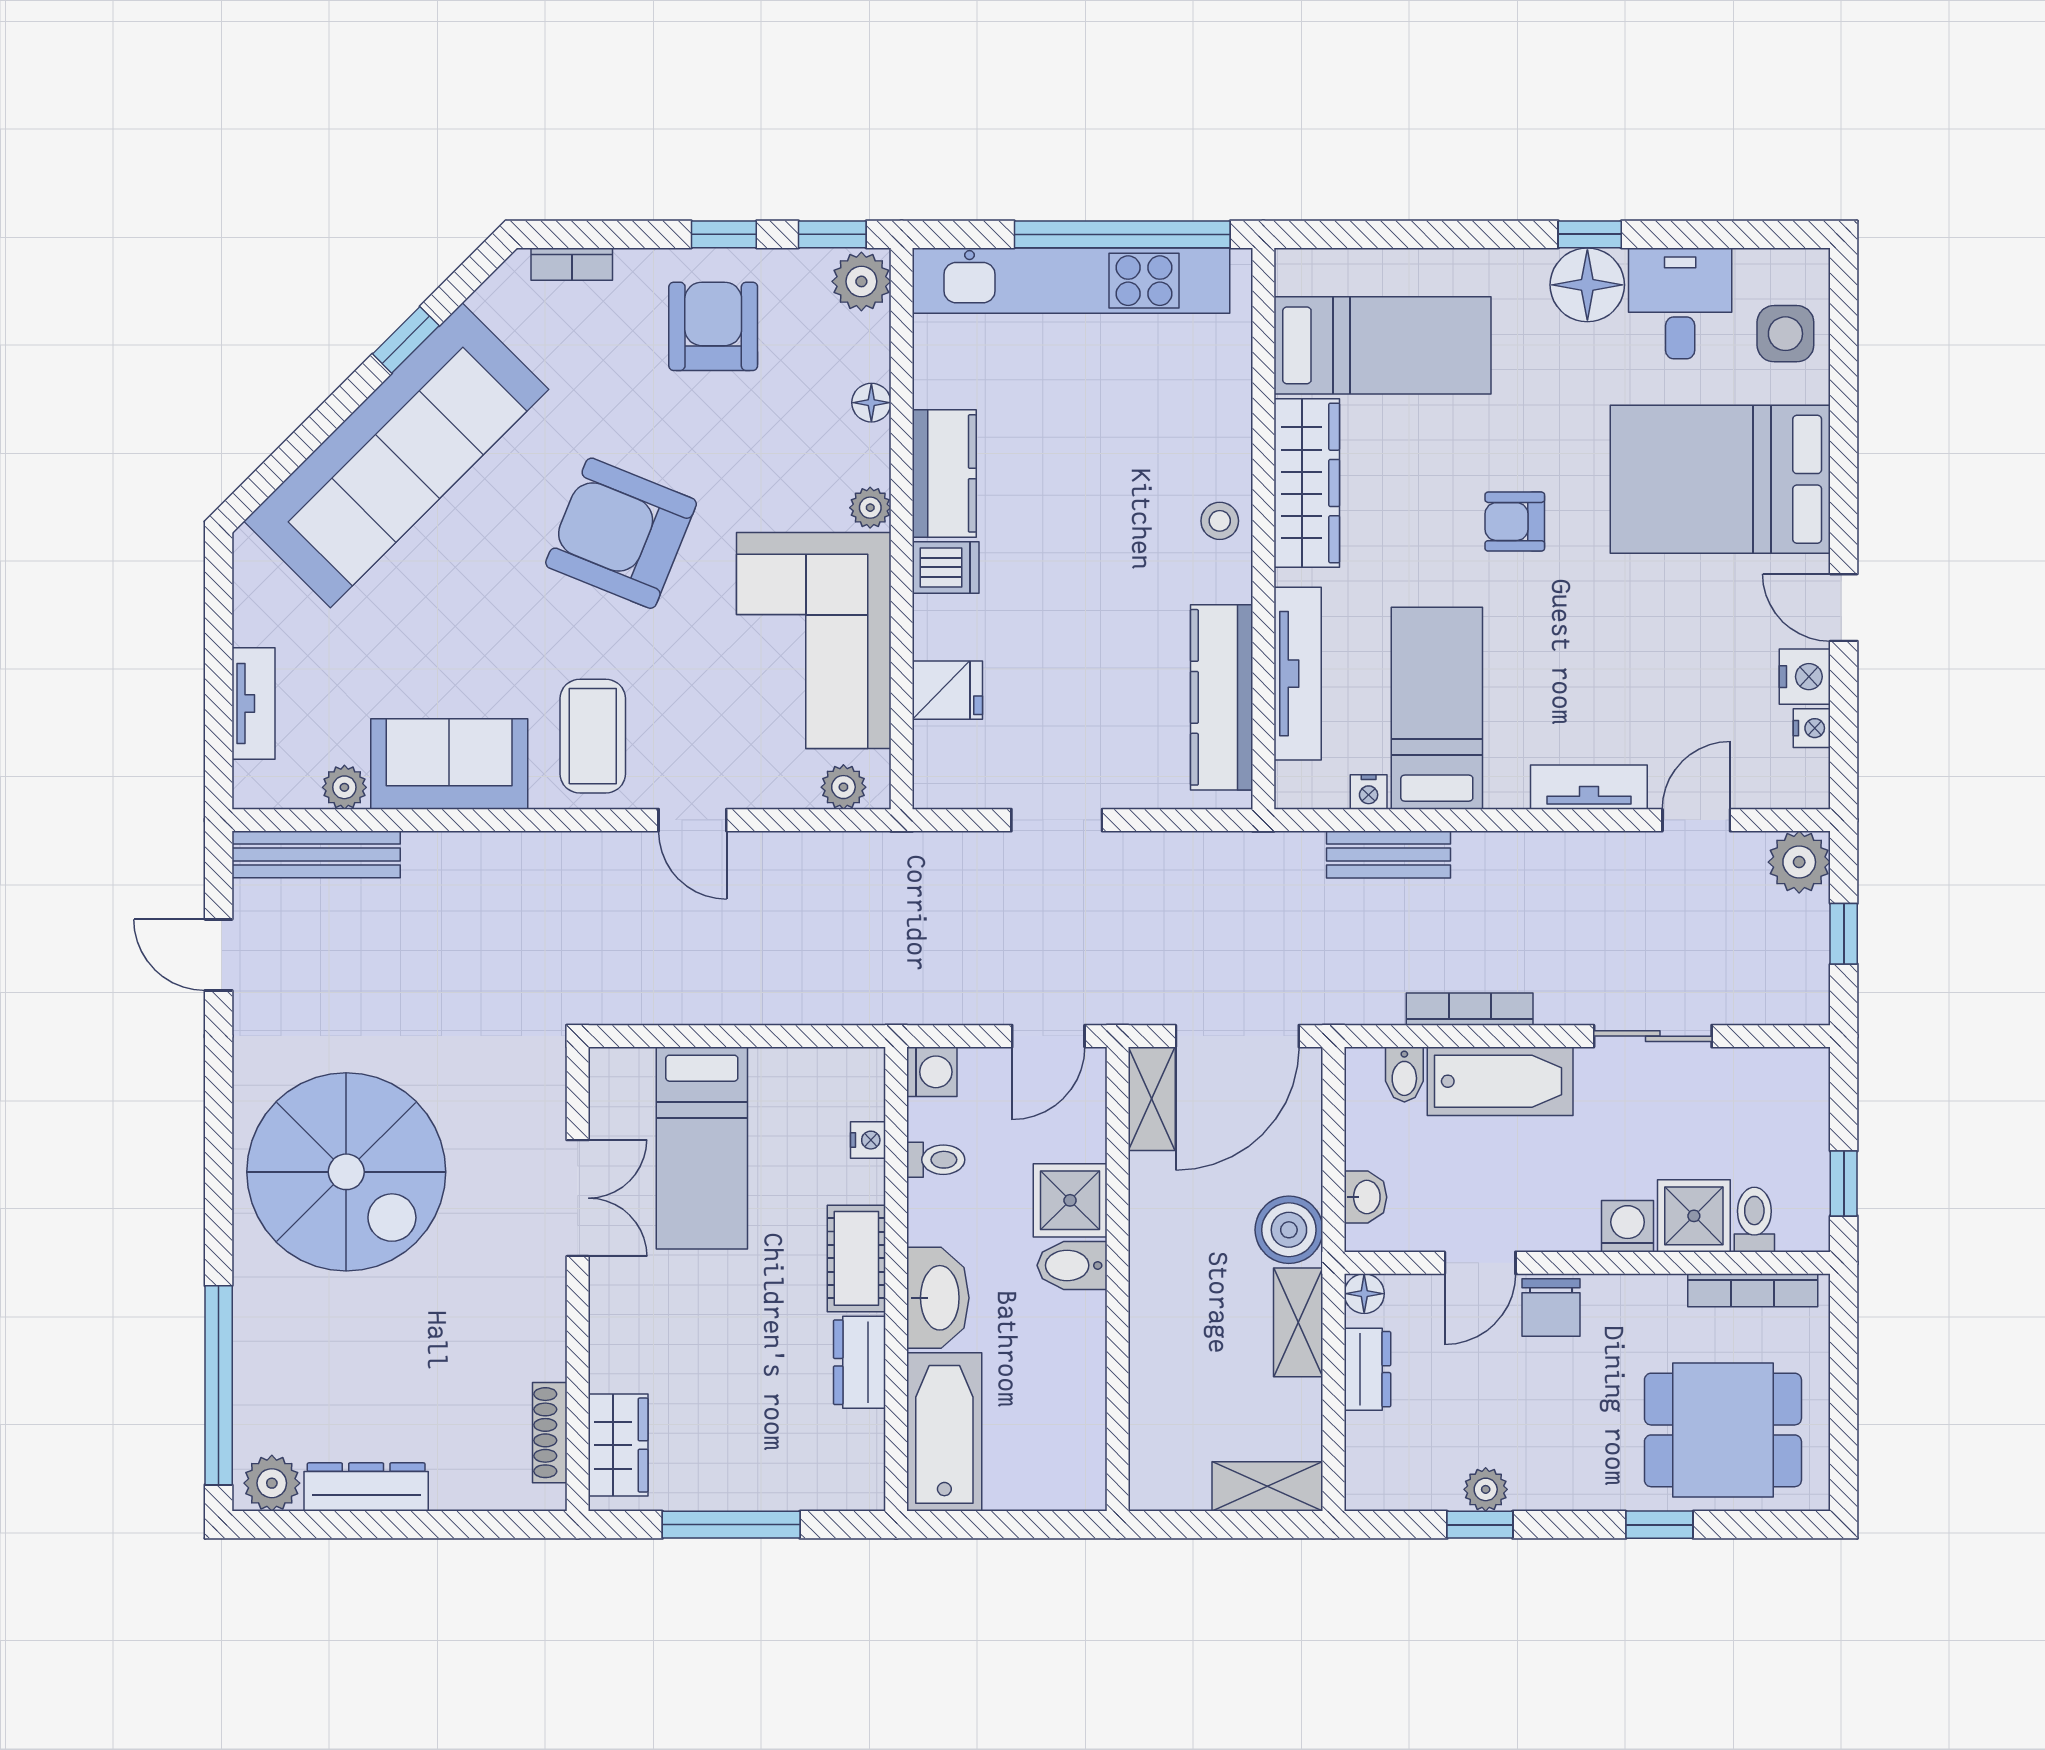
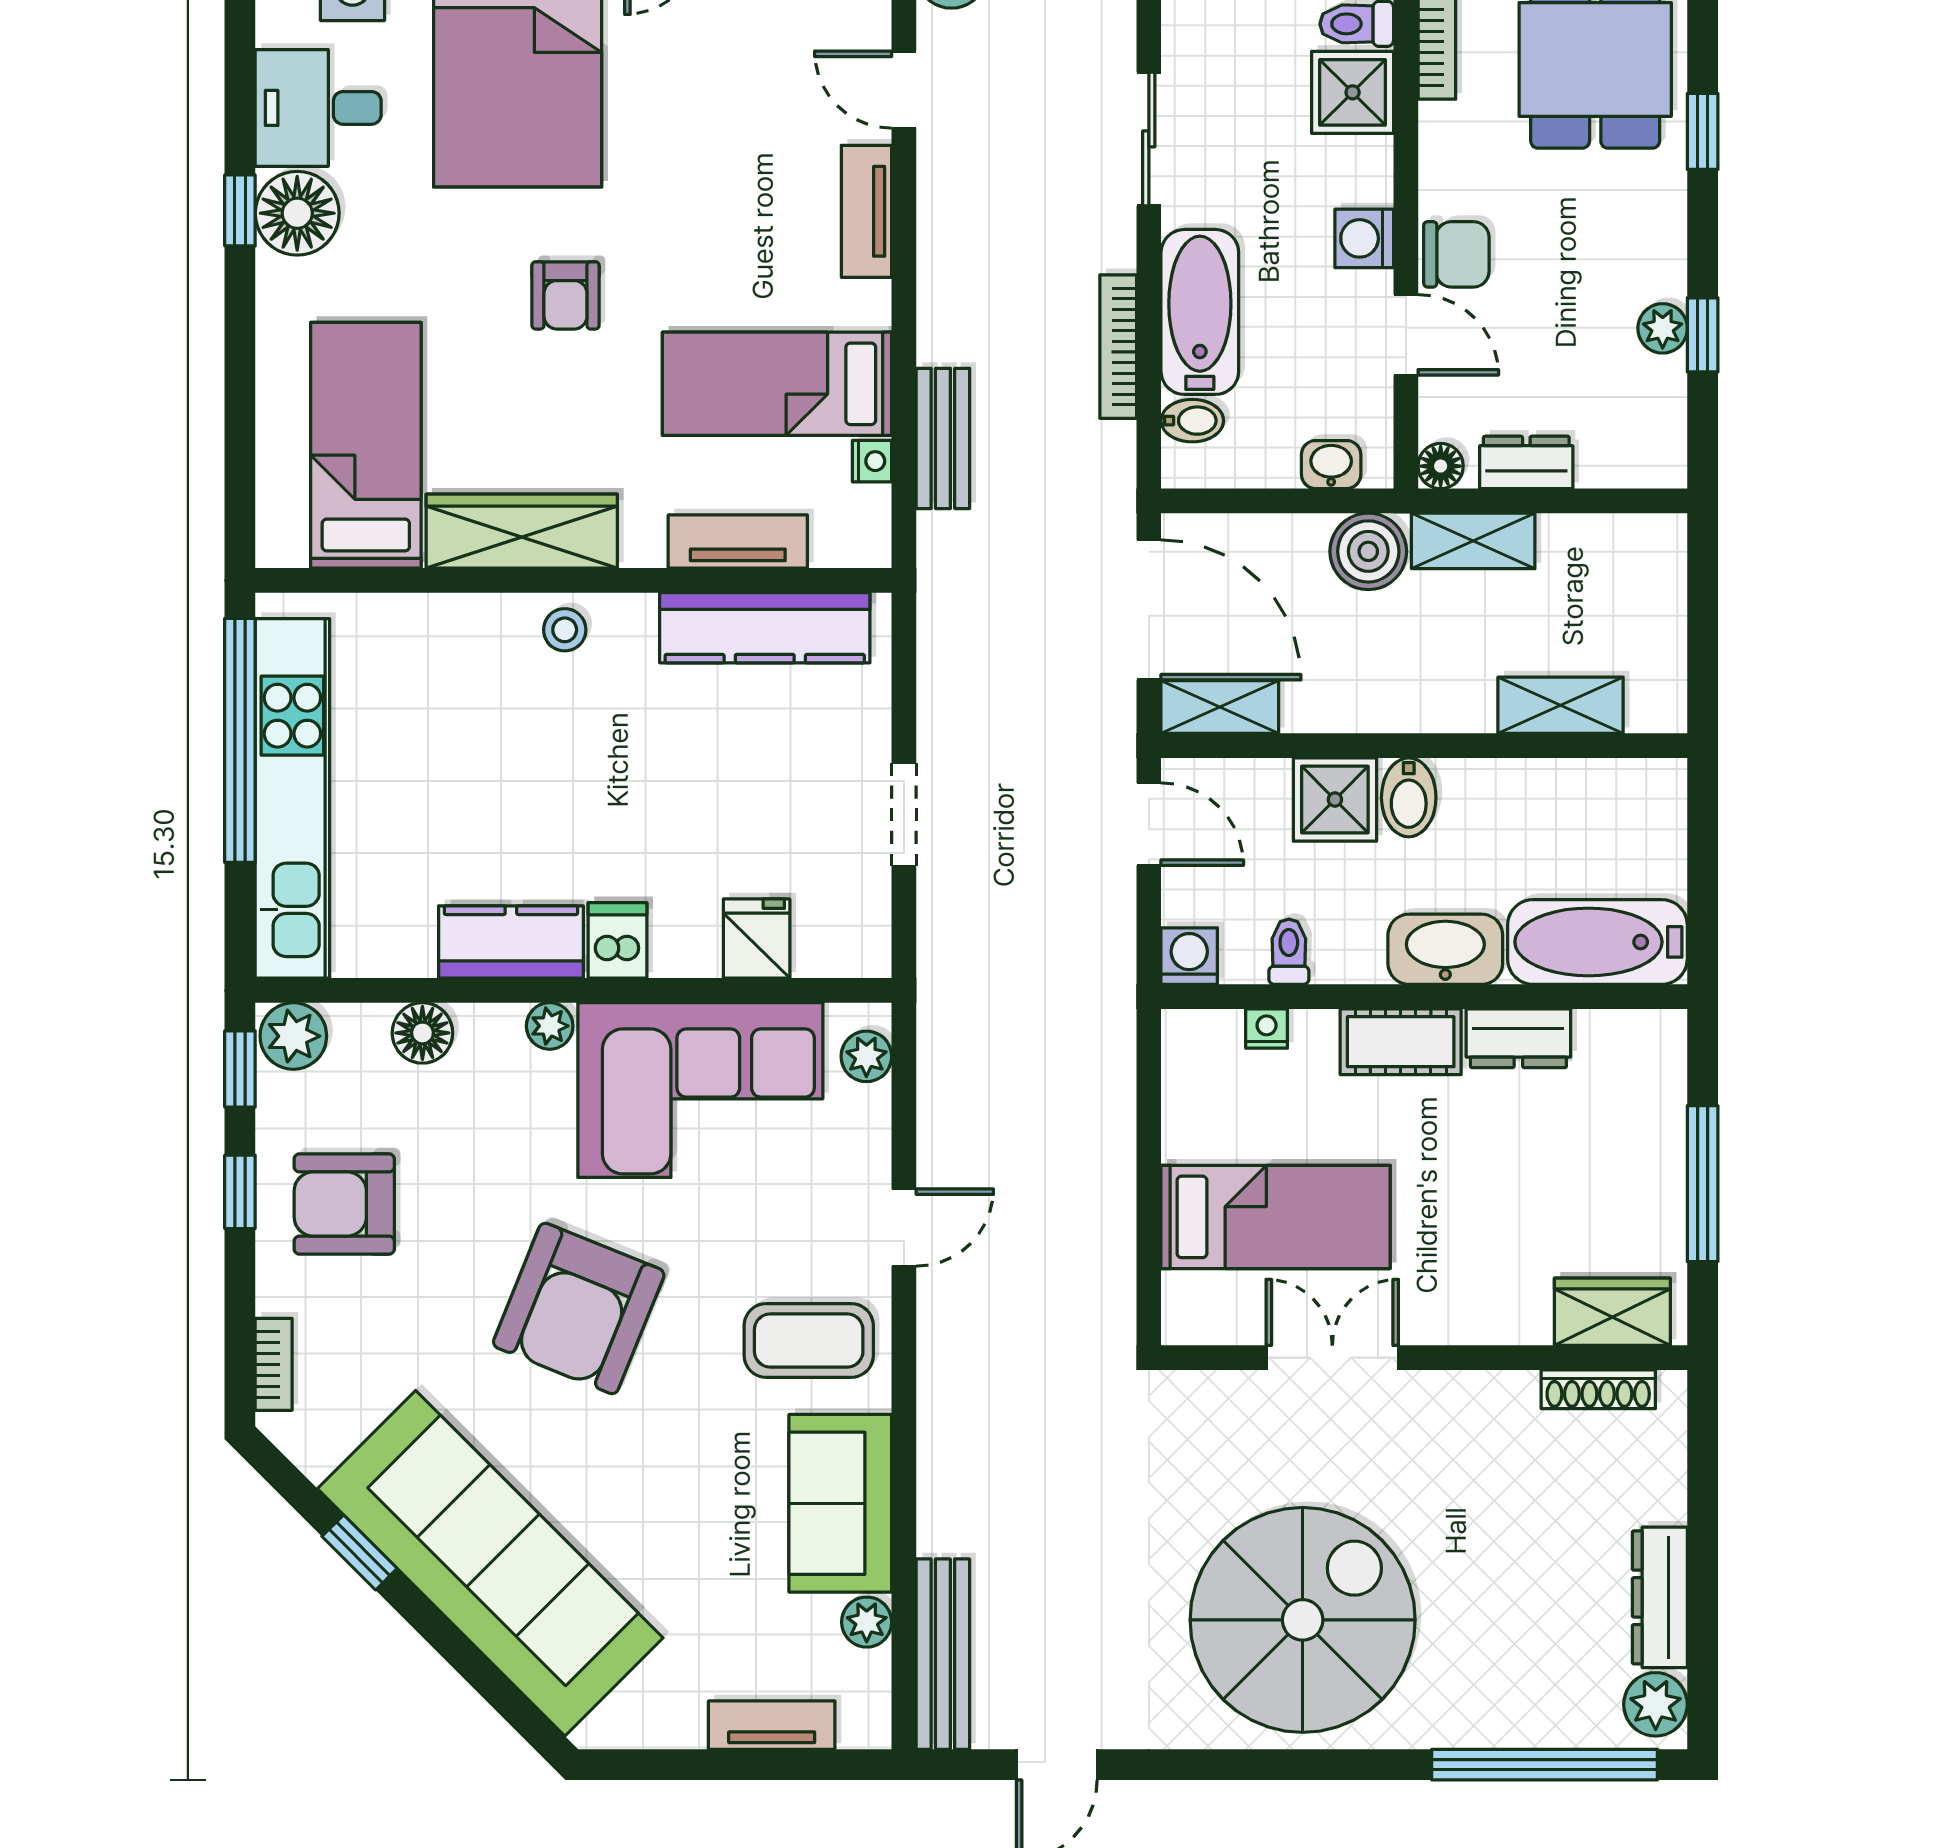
floor lamp: (871, 403) -> (422, 1033), width x1.37, depth x1.37
tv unit: (1298, 674) -> (738, 542), width x0.71
washing machine: (1628, 1226) -> (1364, 238), moved
shelving: (1267, 1486) -> (1561, 705), moved, turned 90

